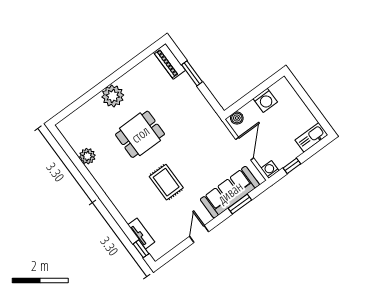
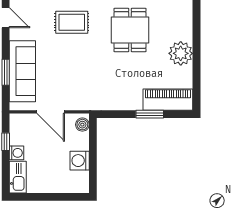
piano: (170, 61) -> (168, 100), width x1.37, depth x1.33
plant: (113, 96) -> (181, 53), moved
washing machine: (270, 170) -> (16, 153), moved

